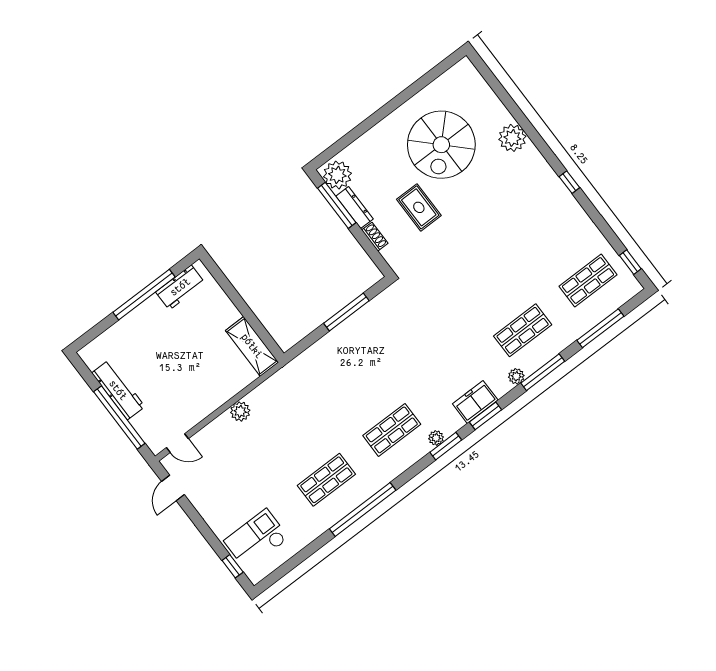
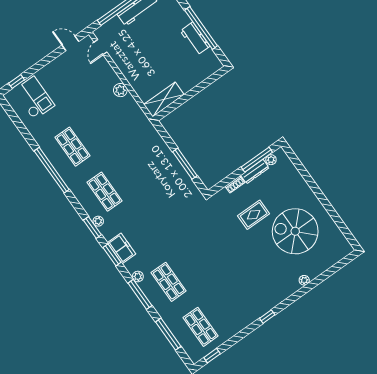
plant: (512, 138) -> (304, 280), width x0.53, depth x0.53
plant: (337, 175) -> (271, 160), width x0.53, depth x0.53
workbench: (180, 287) -> (195, 38), moved

